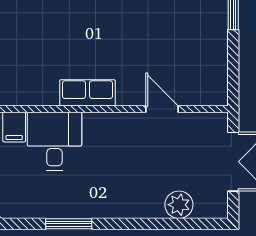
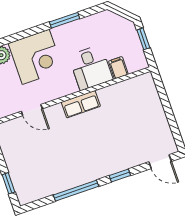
corner desk: (129, 185) -> (36, 57), added

